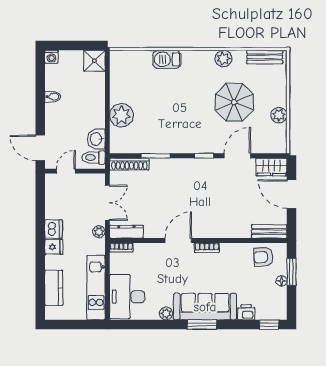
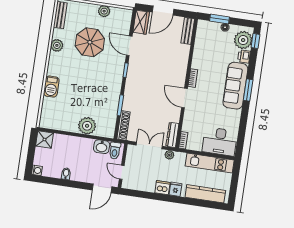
armchair: (263, 257) -> (206, 38), removed
kitchen counter: (54, 288) -> (205, 194), width x1.50
plant: (166, 313) -> (243, 40), moved, width x1.88, depth x1.88

